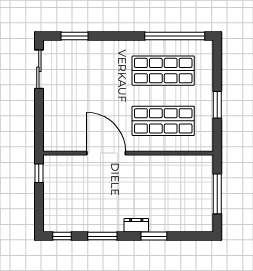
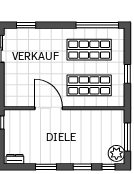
plant: (202, 217) -> (116, 153), added
dresser: (136, 225) -> (15, 159), moved
window: (62, 236) -> (109, 167), moved

